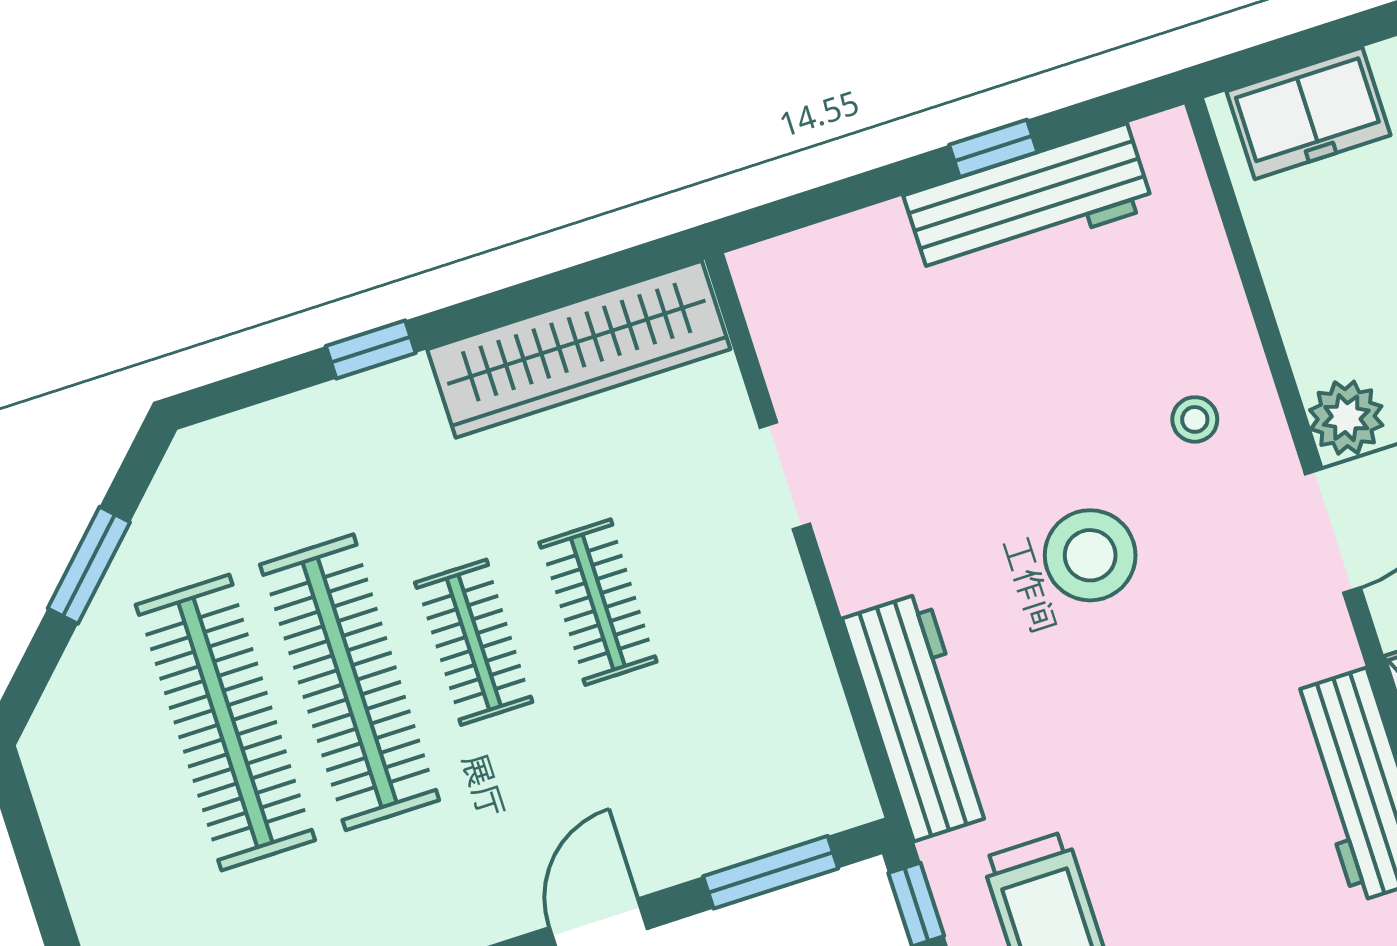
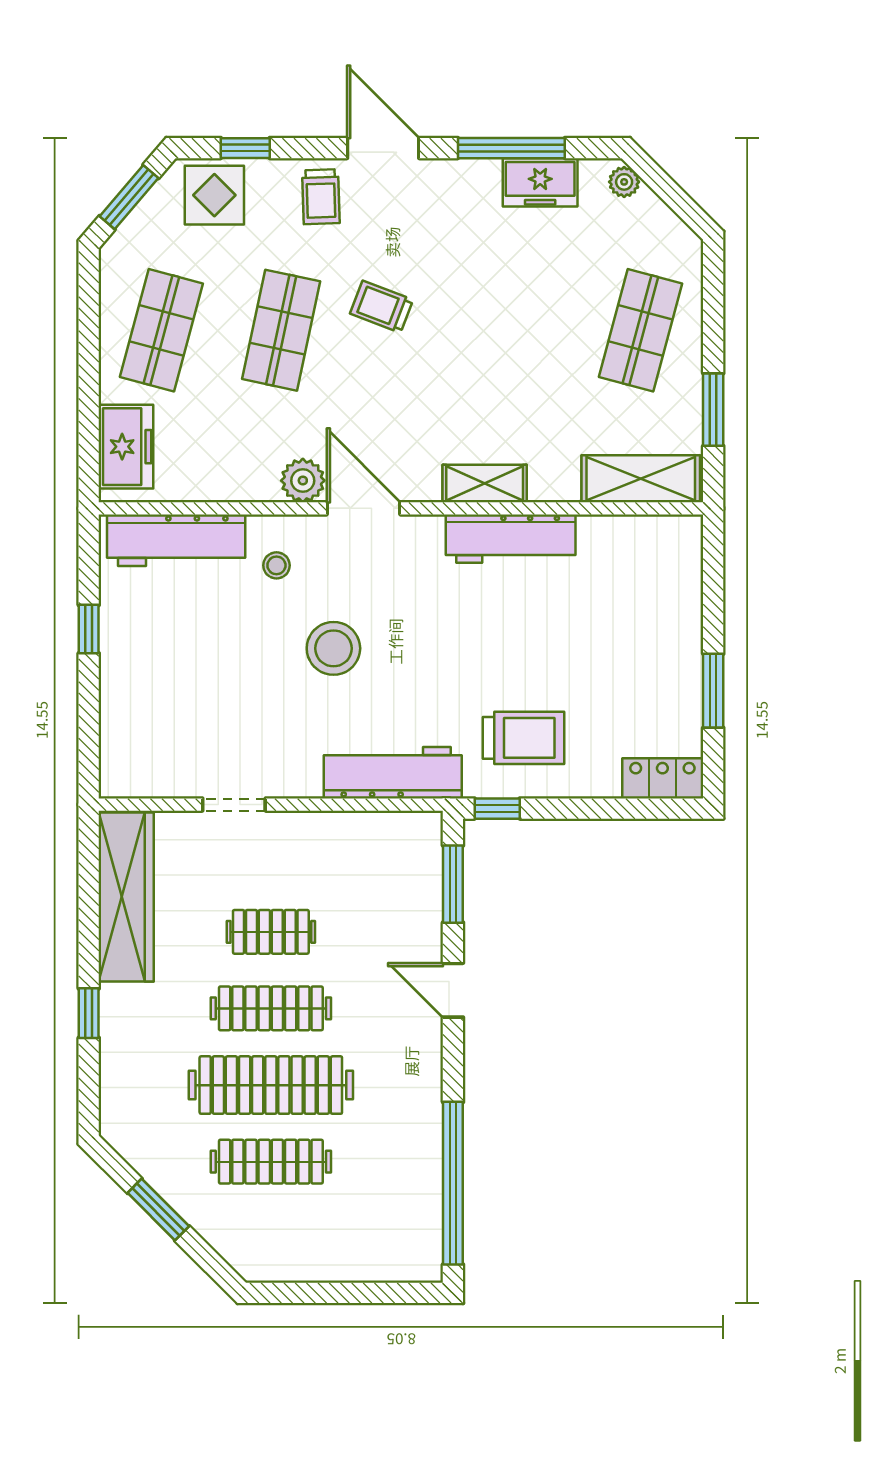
workbench: (1029, 201) -> (176, 540), moved, turned 90
clothes rail: (474, 642) -> (271, 1008), width x1.36
clothes rail: (225, 722) -> (271, 1162), width x0.73, depth x0.76

